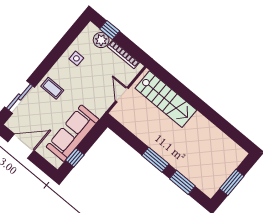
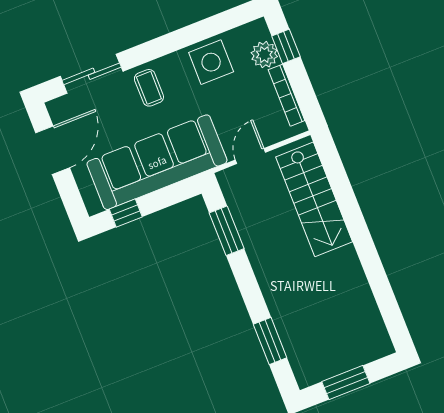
side table: (76, 58) -> (211, 62), width x1.87, depth x1.87
sofa: (73, 133) -> (157, 162), width x1.36, depth x1.27
door: (21, 146) -> (53, 150), hinge flipped
window: (155, 160) -> (227, 231), moved

